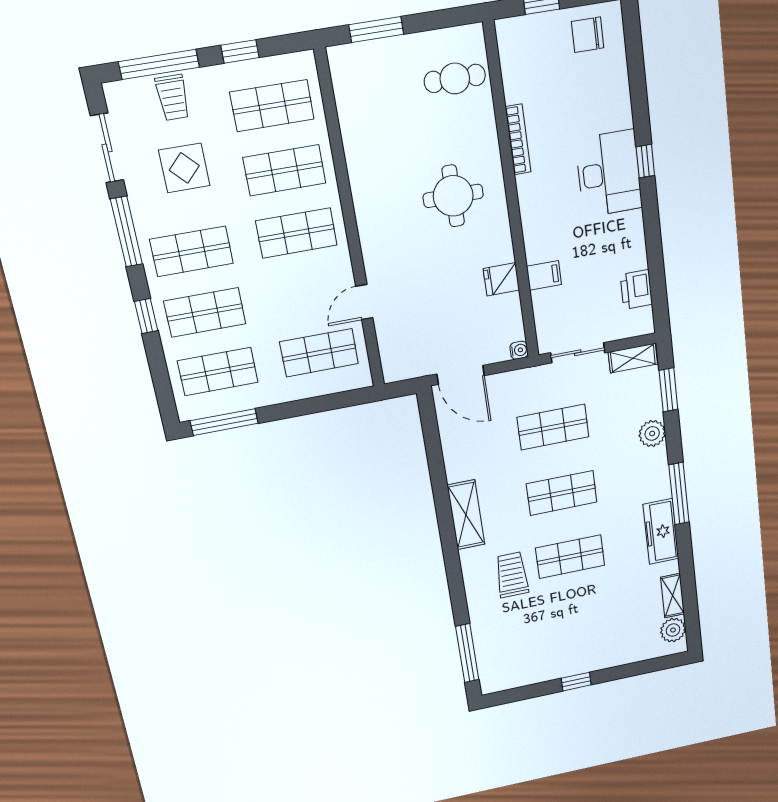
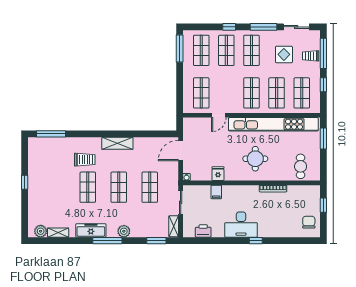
kitchen unit: (363, 165) -> (273, 124), added
desk: (609, 174) -> (241, 225), moved
door: (364, 302) -> (219, 115), swing flipped
plant: (652, 433) -> (124, 231), moved

